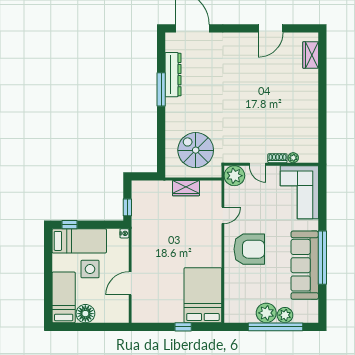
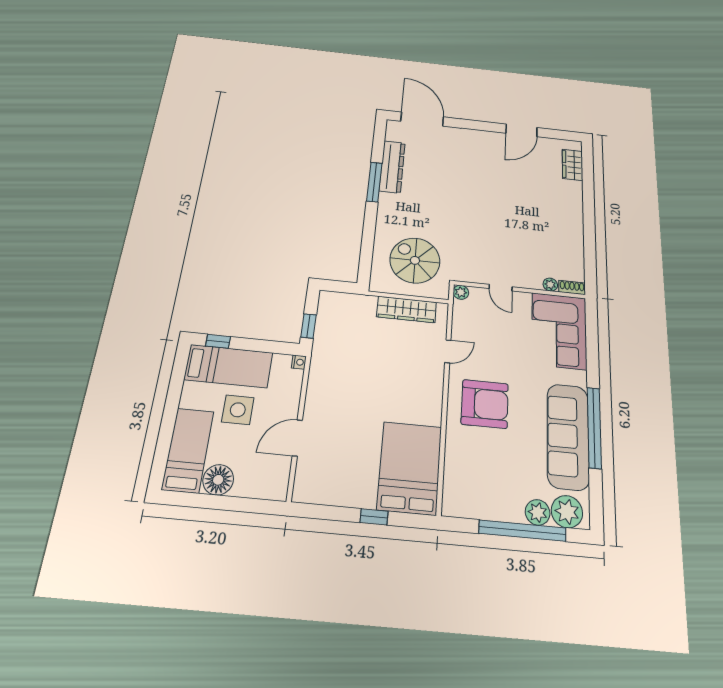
shoe rack: (277, 158) -> (572, 287), moved
plant: (234, 176) -> (461, 292), width x0.53, depth x0.53
wardrobe: (186, 188) -> (407, 309), width x1.50
plant: (266, 313) -> (567, 512), moved

